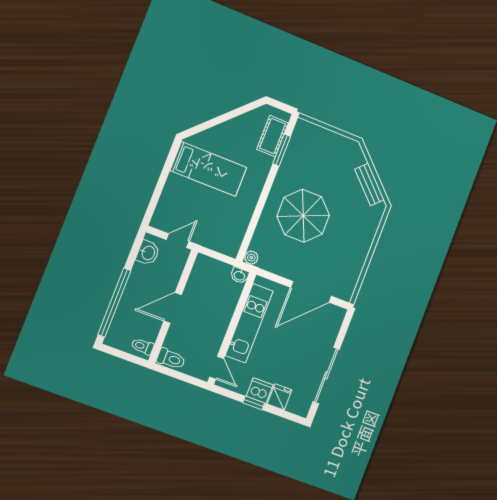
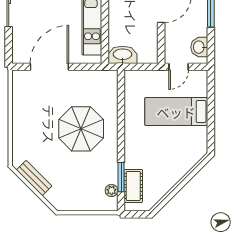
bed: (208, 169) -> (176, 112), moved
plant: (251, 258) -> (112, 190), moved
washbasin: (240, 275) -> (123, 55), width x1.91, depth x1.45

